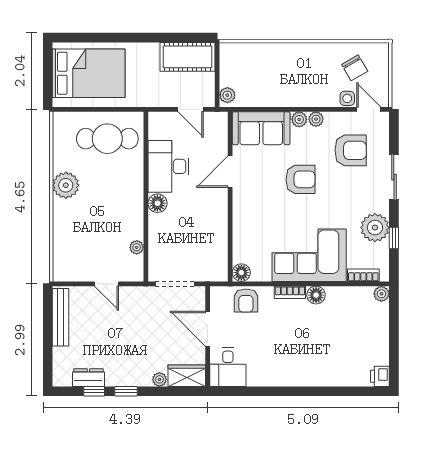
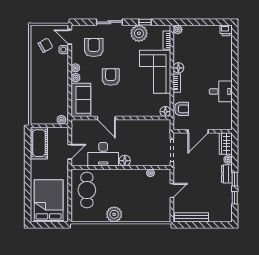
door: (191, 109) -> (70, 152), moved
door: (369, 109) -> (70, 37), hinge flipped
desk: (228, 367) -> (221, 91), moved
dresser: (88, 378) -> (227, 174), moved

